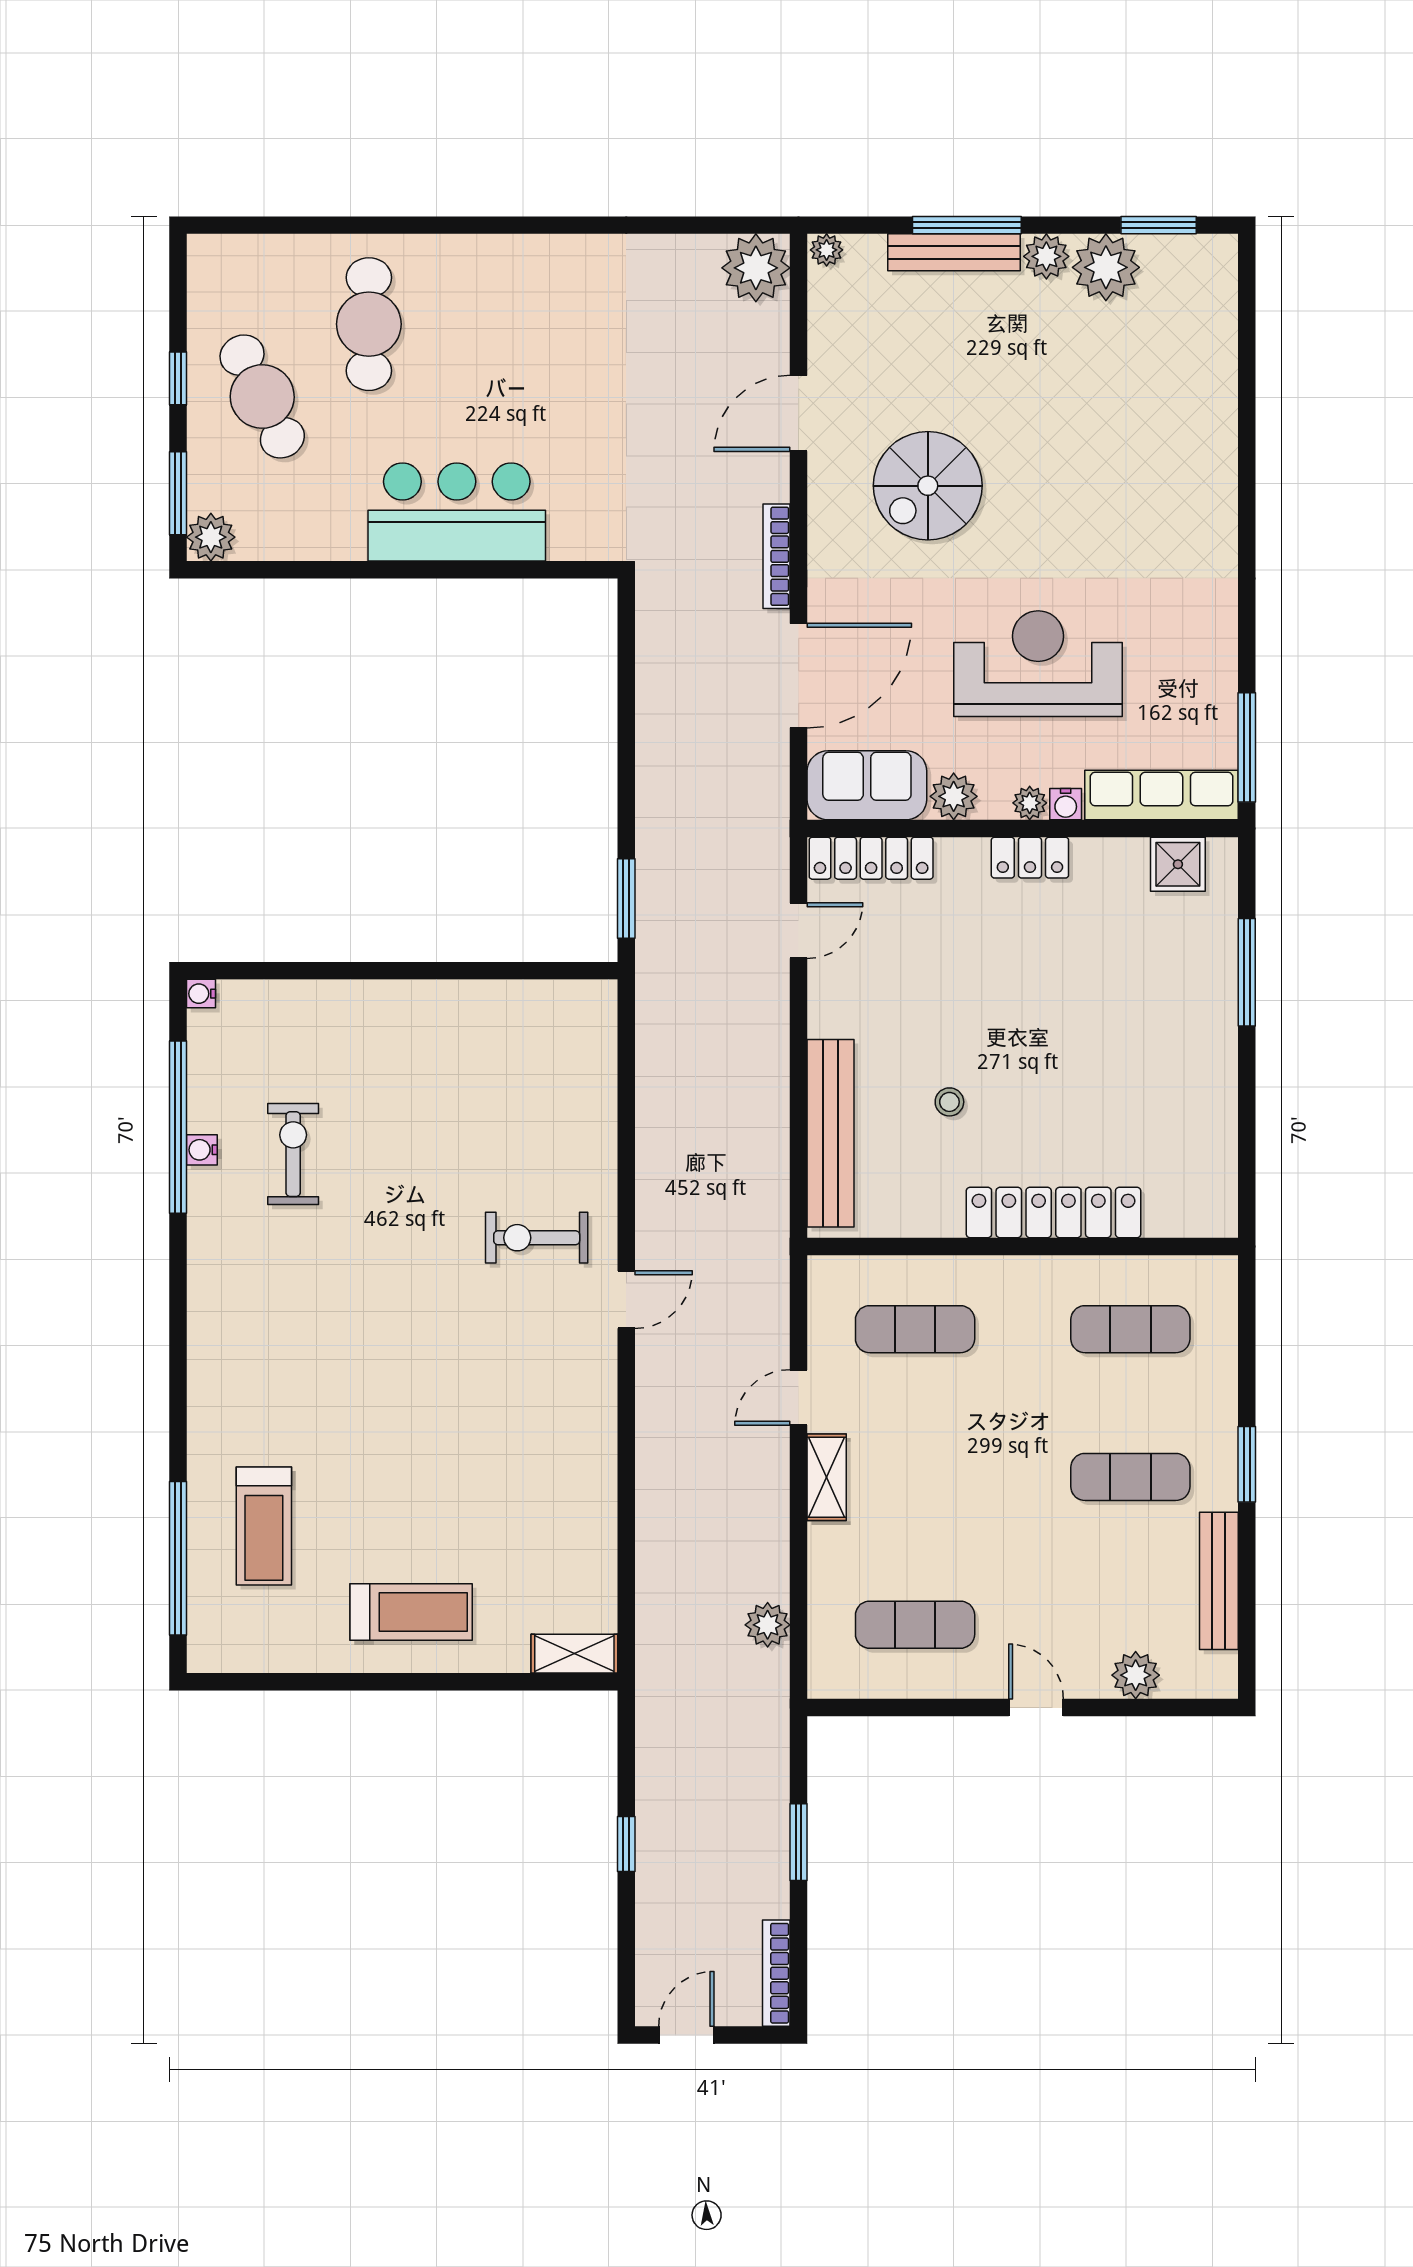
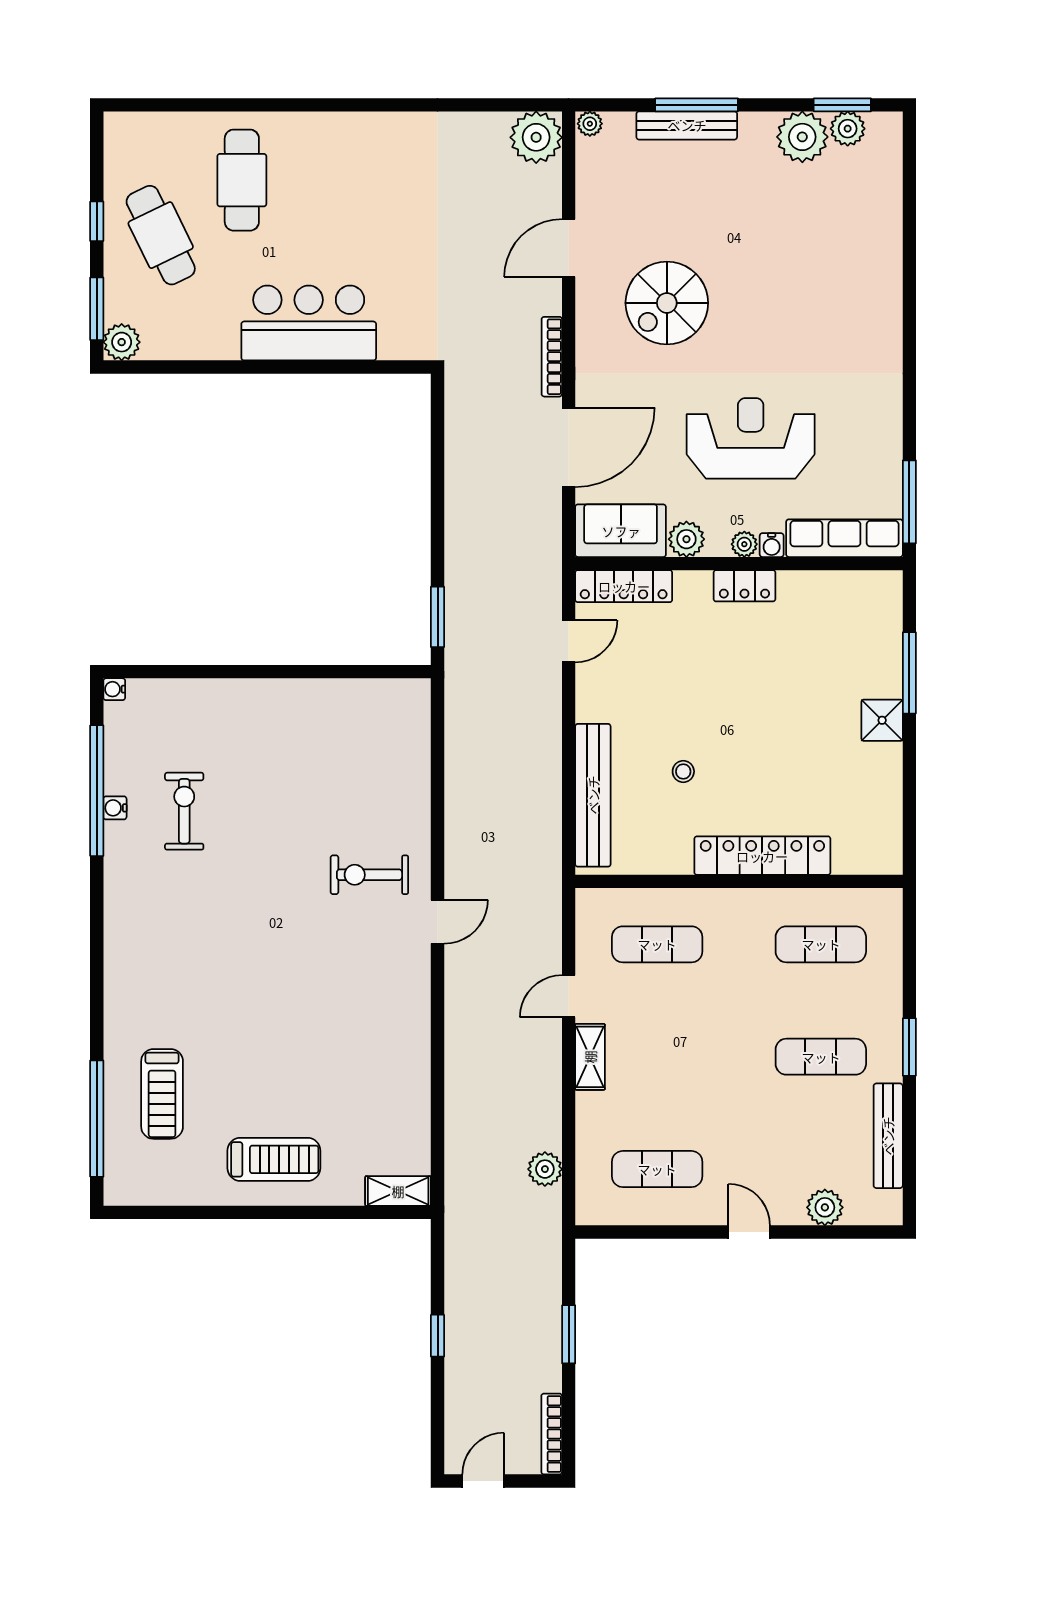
plant: (1046, 256) -> (848, 129), moved
shower: (1178, 864) -> (882, 720), moved

